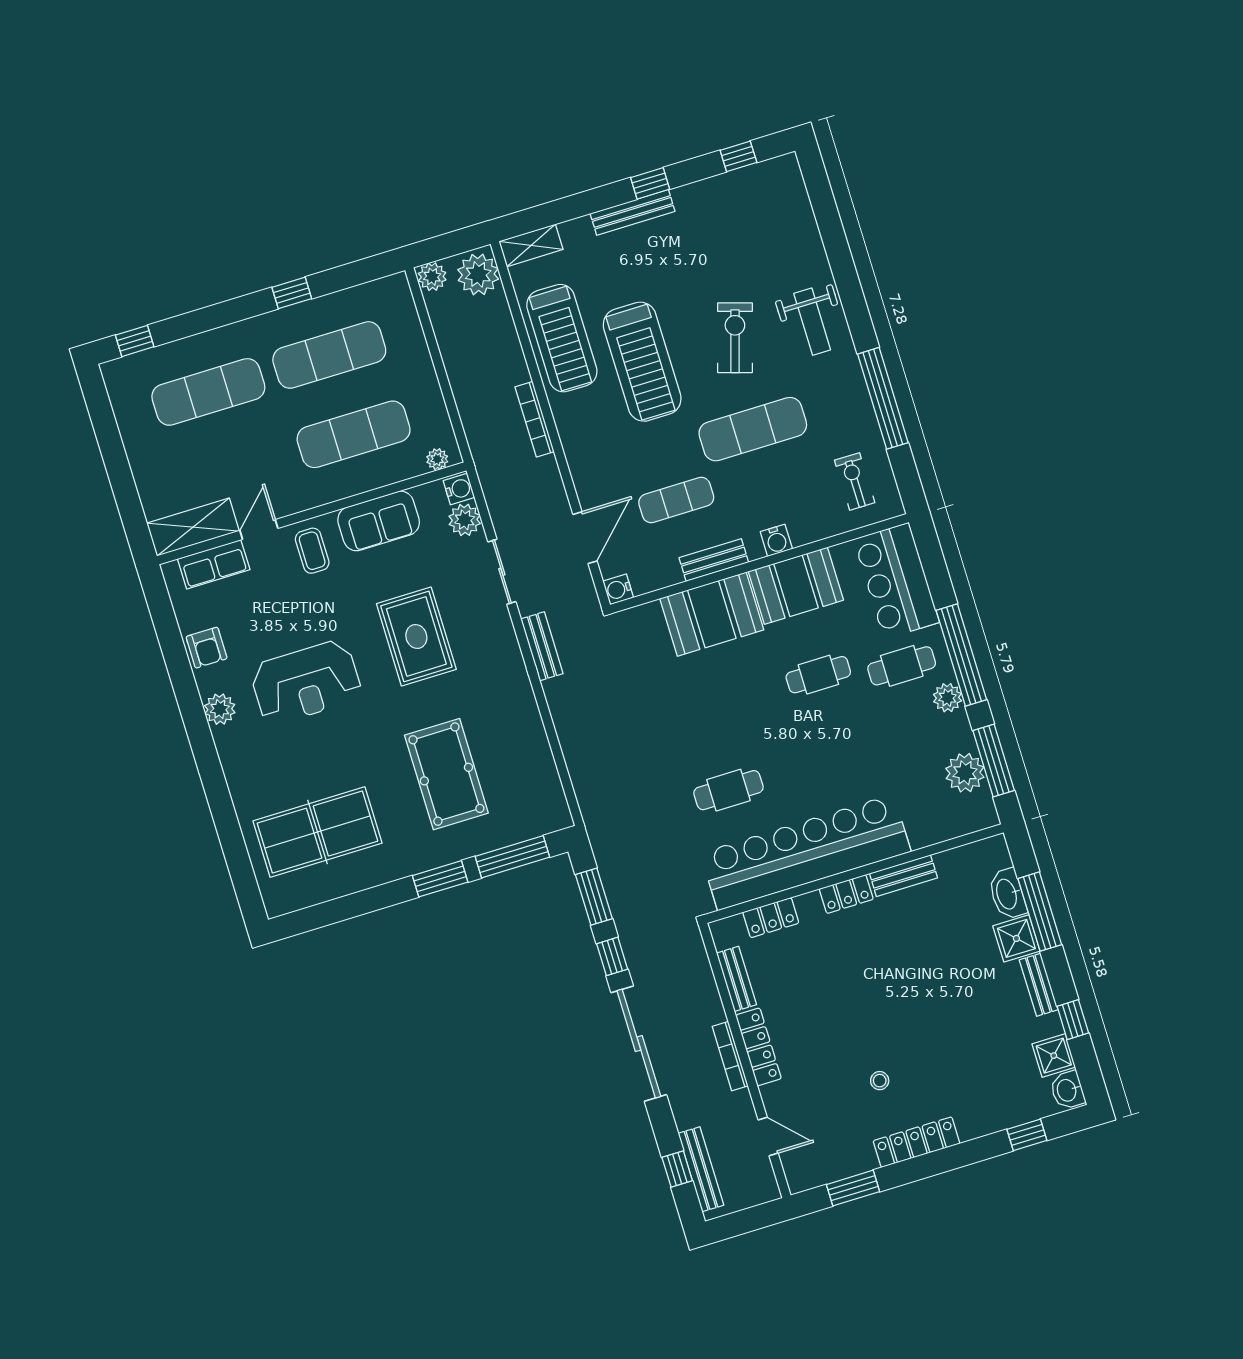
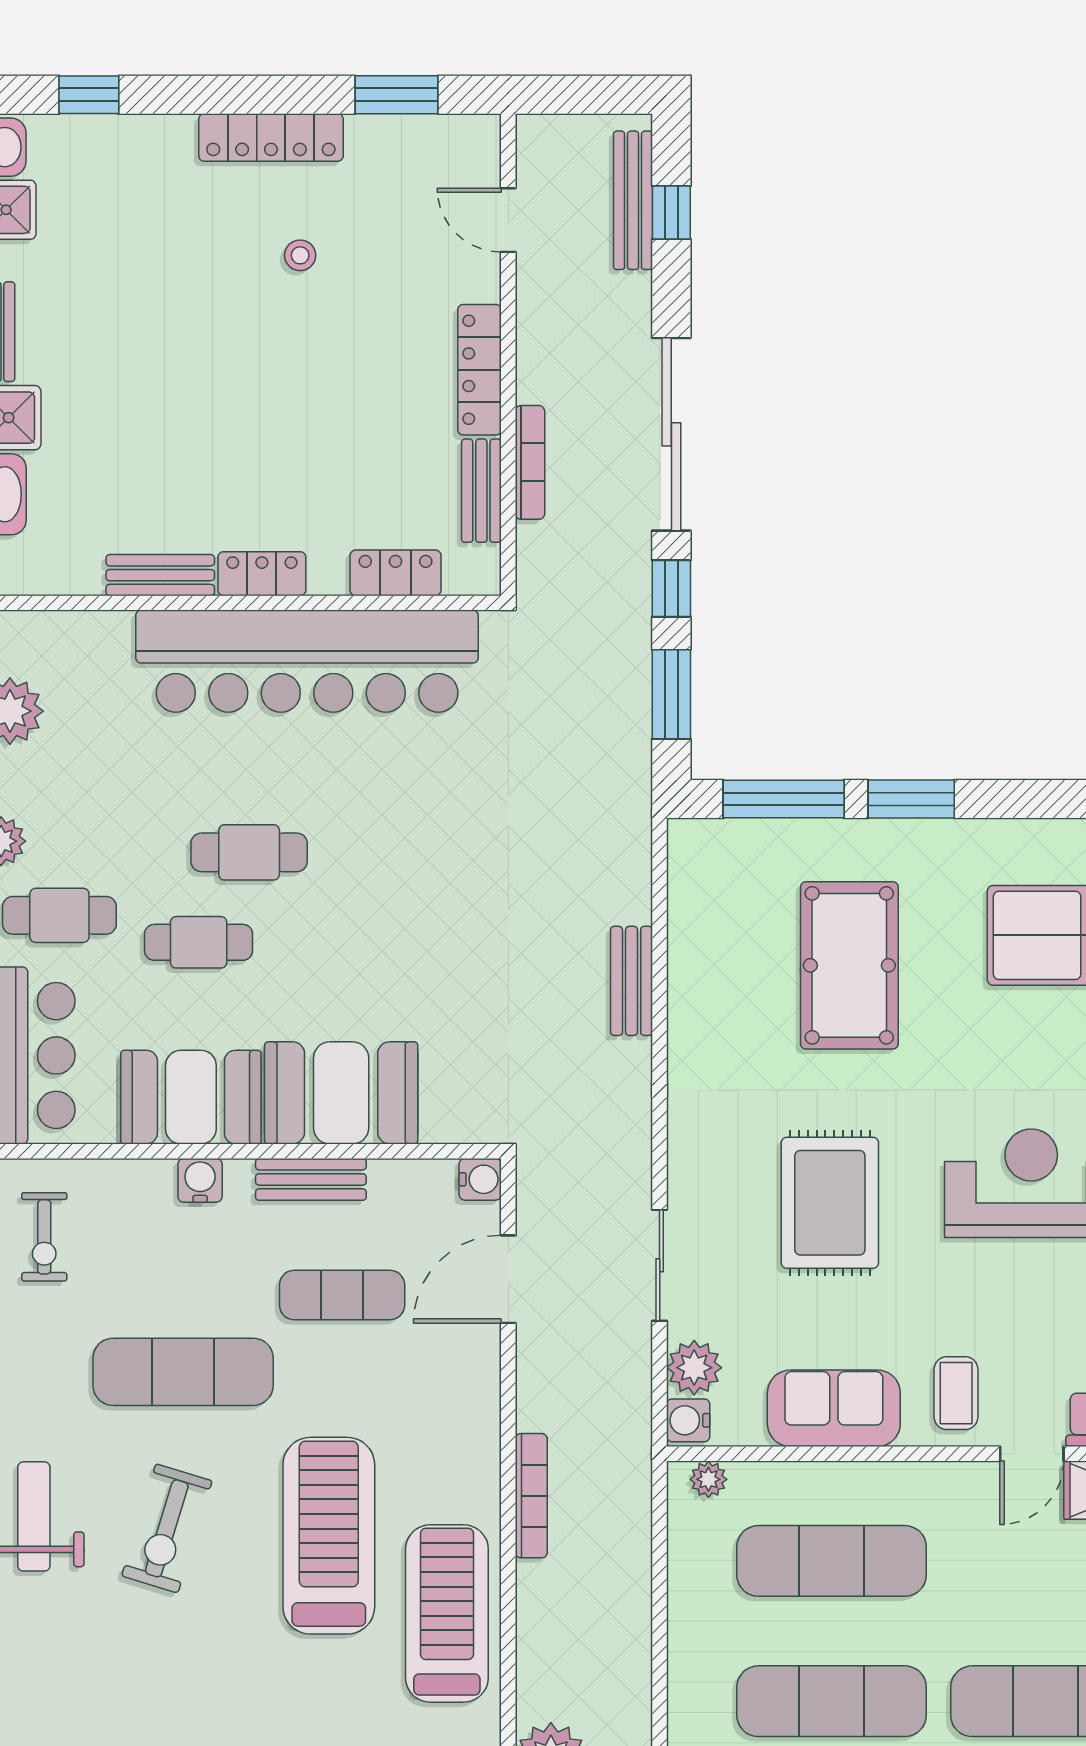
bench: (542, 646) -> (632, 981), moved
cafe table: (728, 790) -> (249, 852), moved
bookcase: (730, 1056) -> (530, 462), moved

